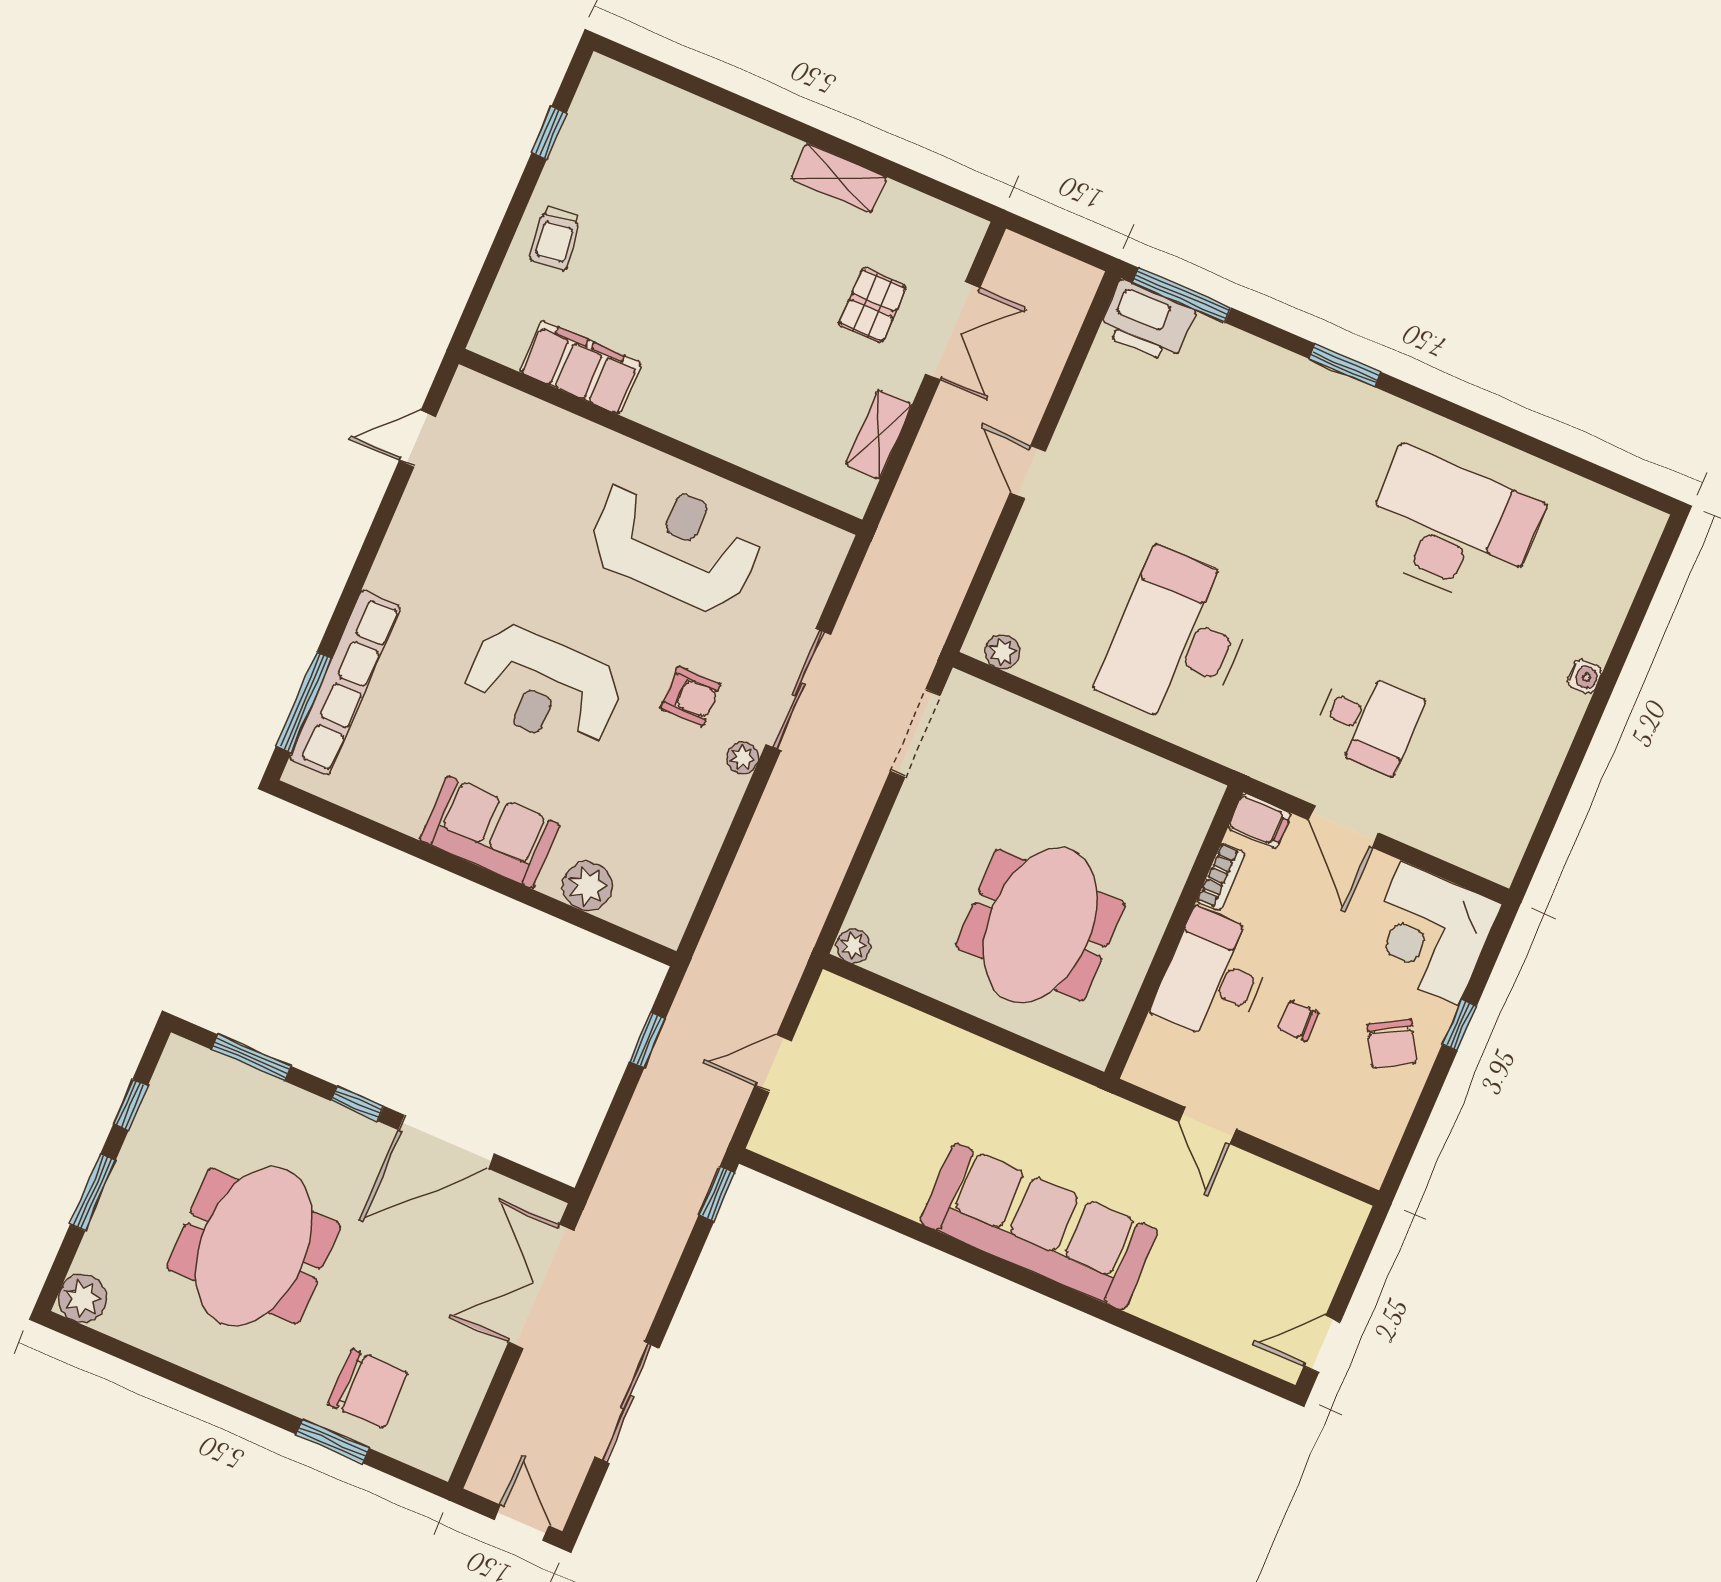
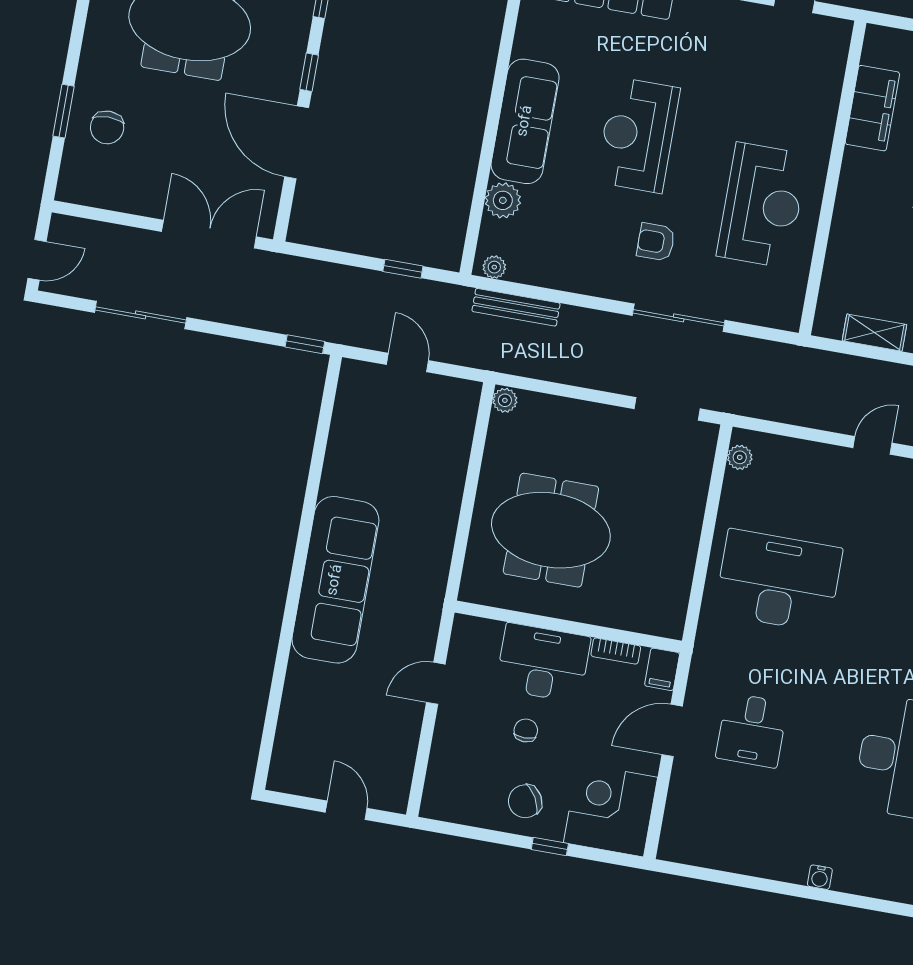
armchair: (691, 696) -> (656, 242), turned 90
plant: (743, 758) -> (494, 267), moved
sofa: (490, 832) -> (525, 121), width x1.36
bench: (734, 902) -> (516, 307), added
door: (1322, 1344) -> (346, 810), moved
chair: (368, 1389) -> (107, 127), width x0.73, depth x0.73

